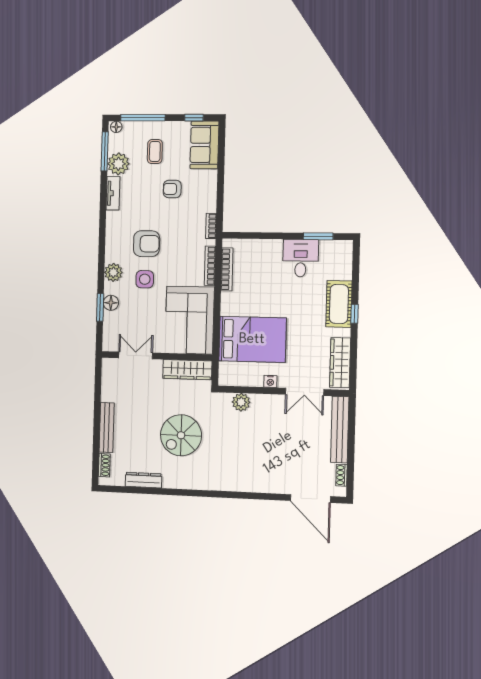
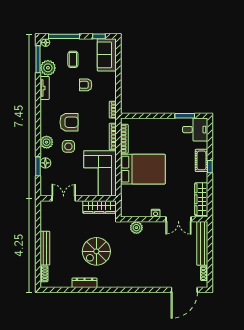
desk: (301, 258) -> (195, 130), moved, turned 90
cot: (339, 304) -> (202, 160), width x0.73, depth x0.75
bed: (252, 339) -> (143, 169), moved
dresser: (144, 480) -> (85, 283), moved
door: (310, 499) -> (184, 290), hinge flipped

